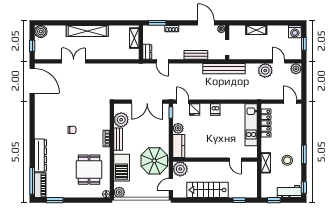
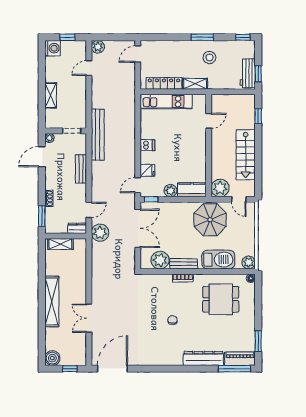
plant: (265, 71) -> (100, 233), moved
shelving: (266, 163) -> (195, 84), moved
workbench: (289, 192) -> (248, 73), moved

